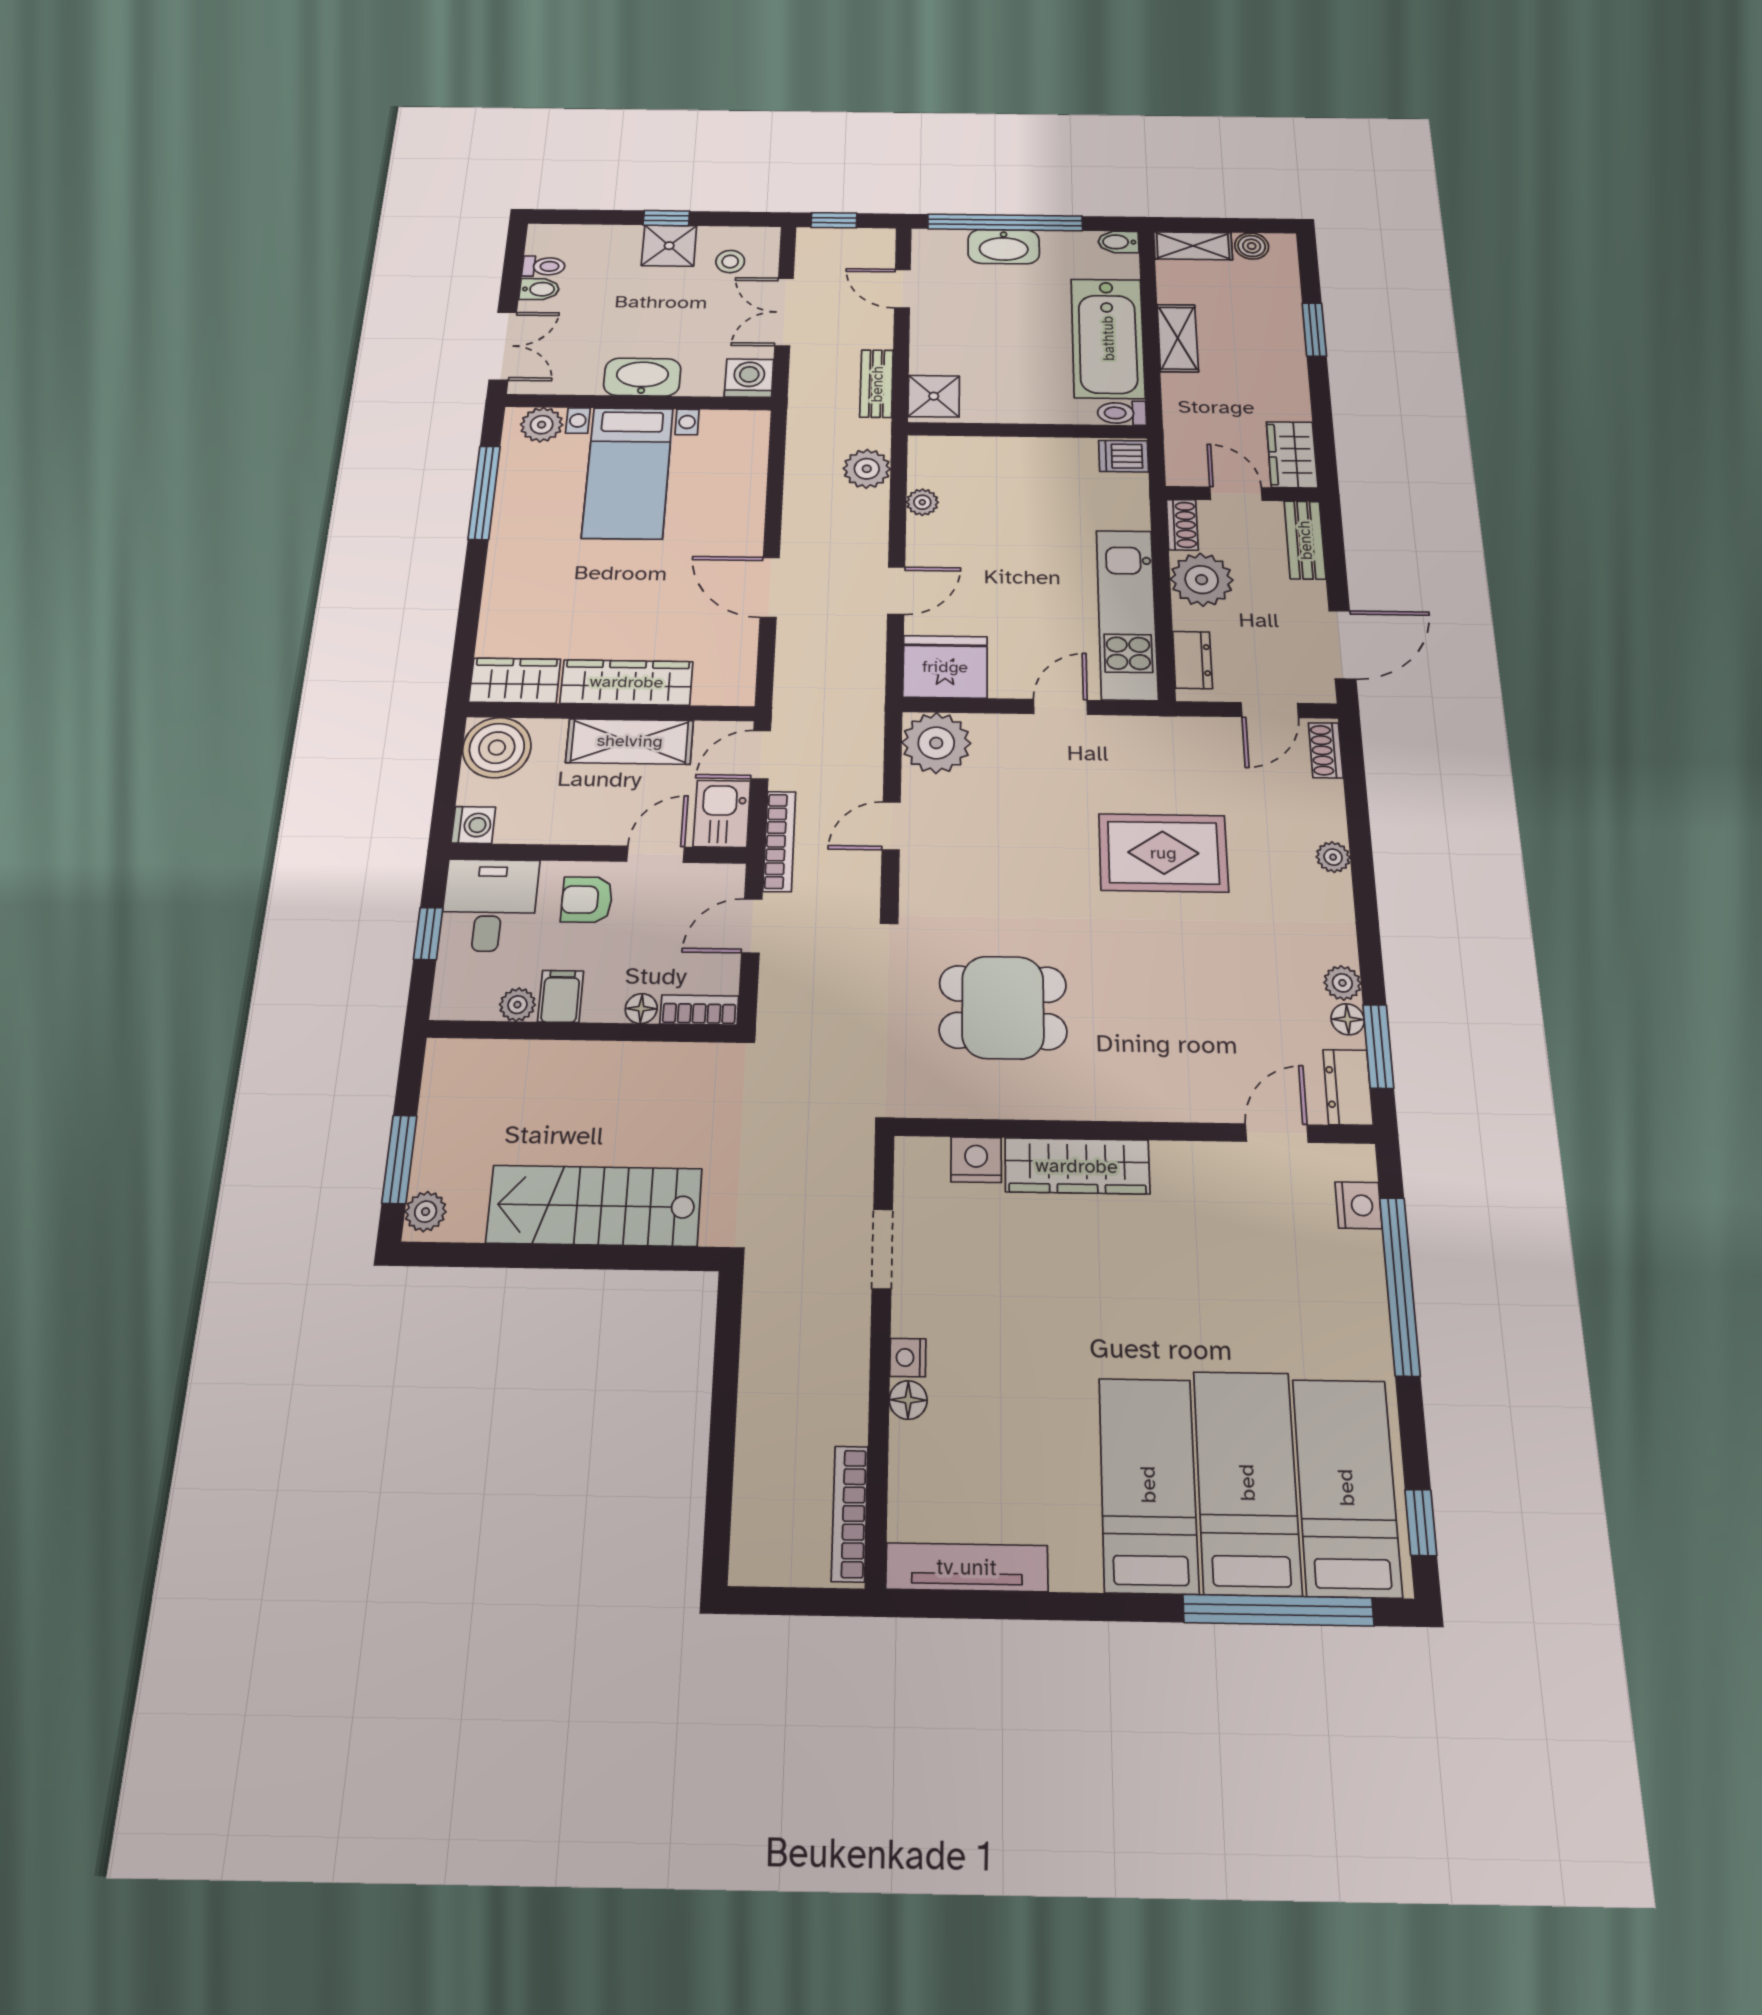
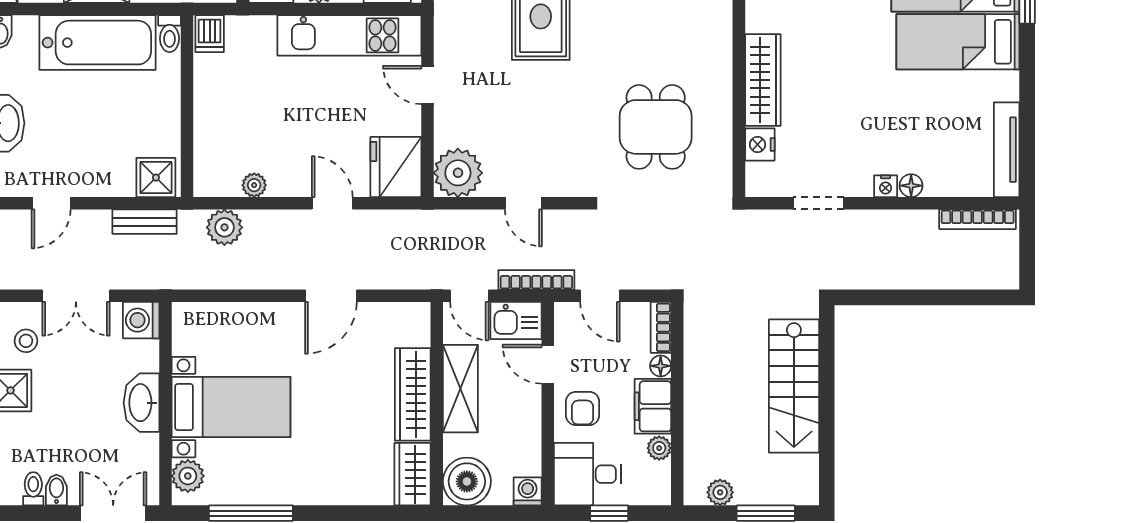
filing cabinet: (561, 996) -> (653, 406), width x2.00
plant: (426, 1212) -> (720, 492), moved

